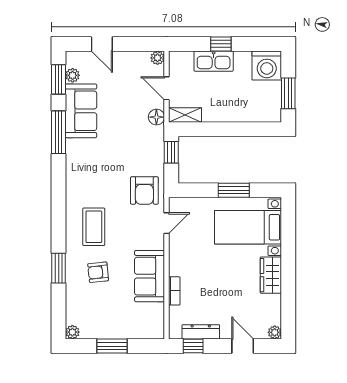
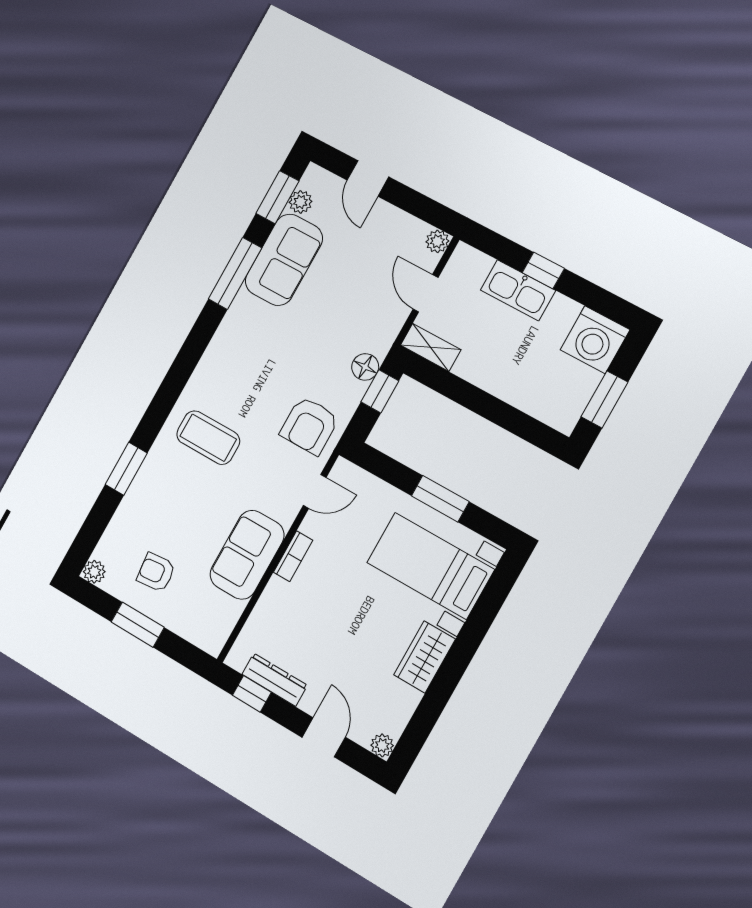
floor lamp: (156, 117) -> (365, 367), moved
coffee table: (94, 227) -> (208, 438), turned 90
armchair: (98, 272) -> (156, 572), moved
bookcase: (174, 291) -> (293, 556), moved

